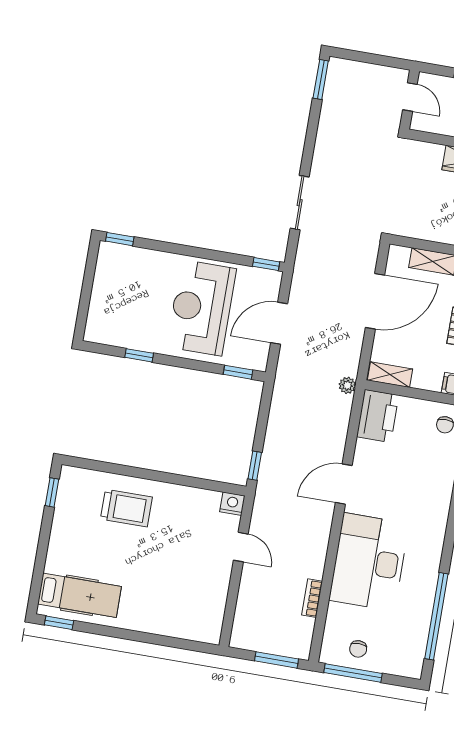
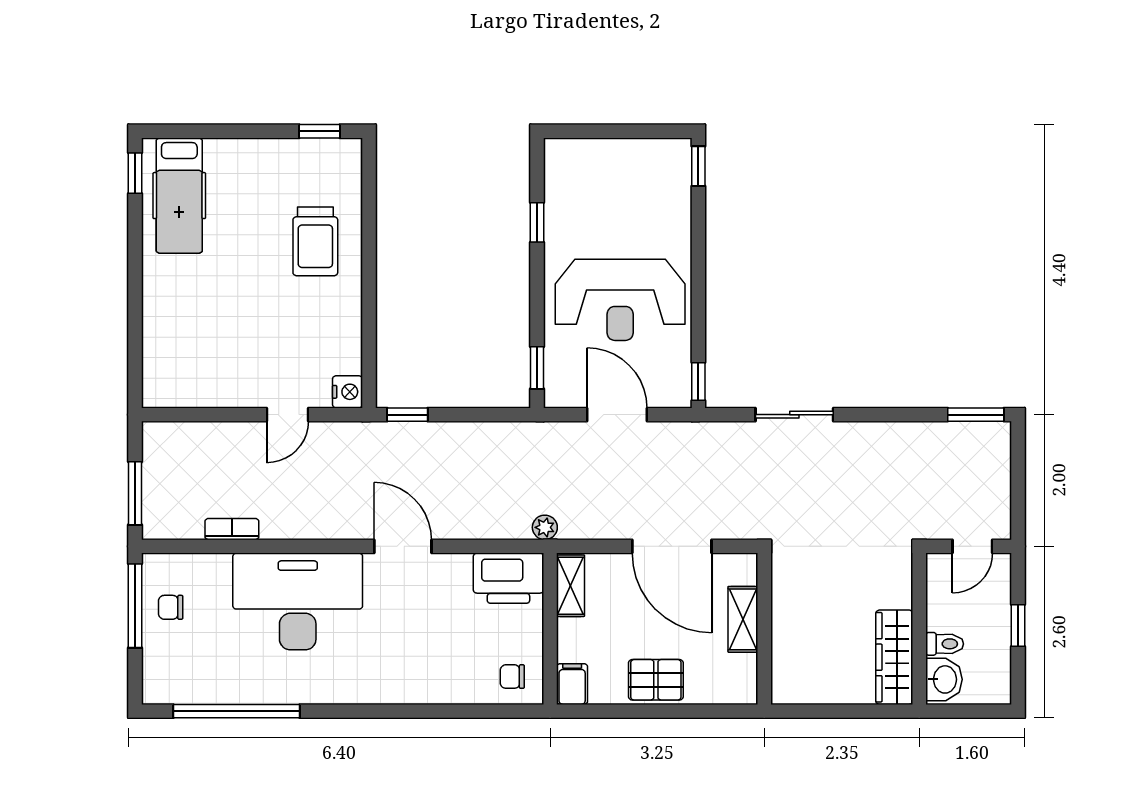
reception desk: (201, 308) -> (620, 300), turned 180

